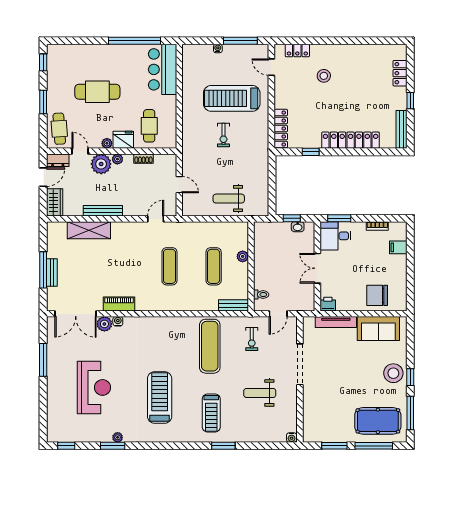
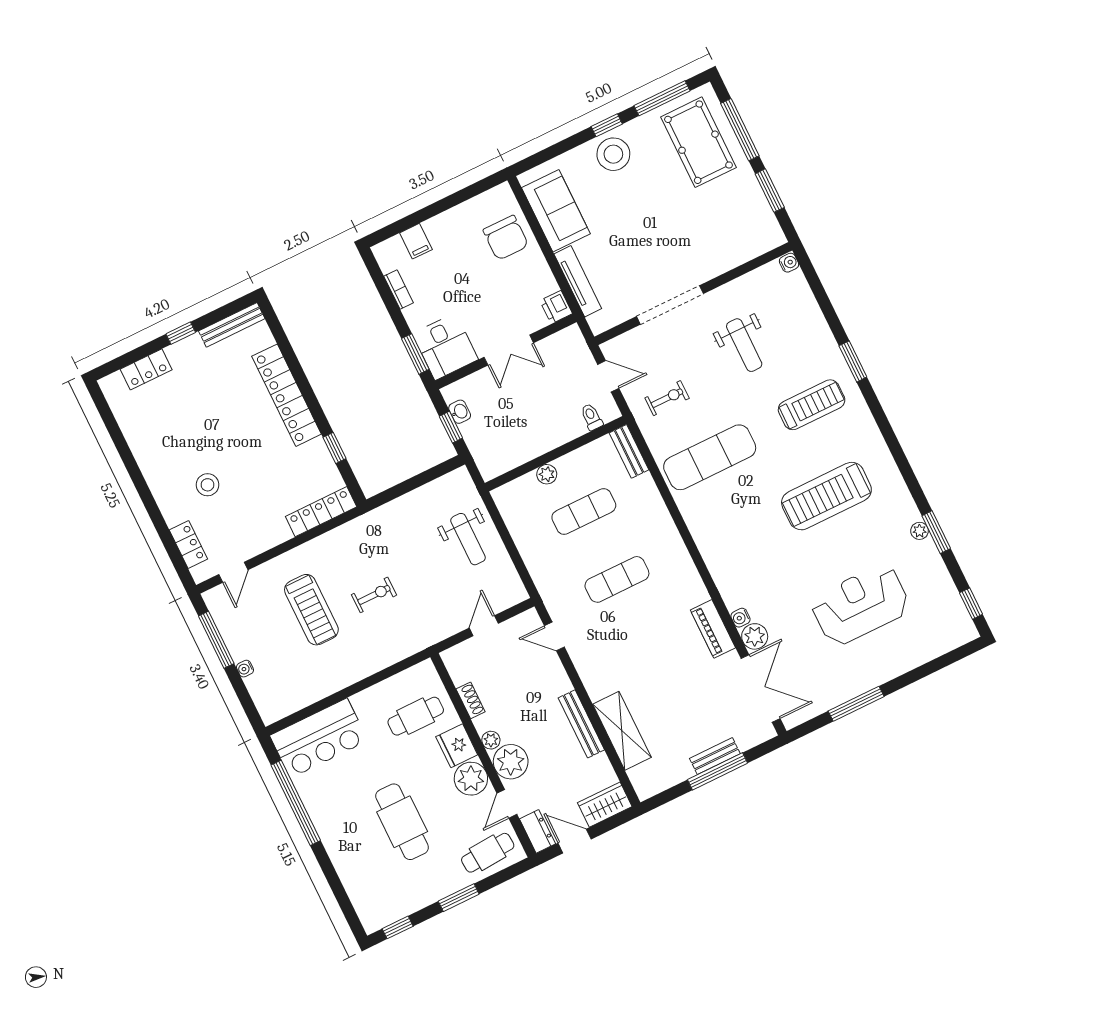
treadmill: (232, 98) -> (311, 610), width x0.73, depth x0.73
plant: (107, 143) -> (471, 779), width x1.87, depth x1.87

